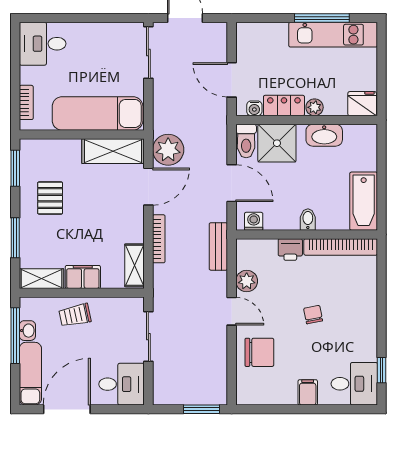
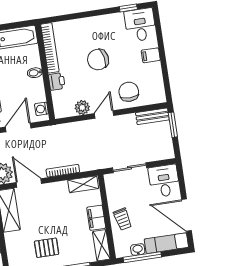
bench: (218, 246) -> (152, 116), moved
chair: (313, 315) -> (98, 60), width x1.87, depth x1.87

